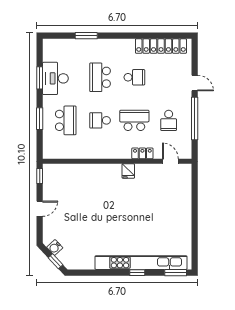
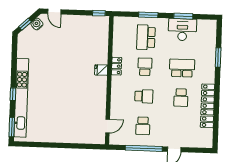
locker: (161, 46) -> (208, 106), moved
school desk: (66, 120) -> (146, 37), turned 90
school desk: (134, 120) -> (144, 96), width x0.54
school desk: (169, 120) -> (143, 126), turned -90
locker: (142, 153) -> (117, 66), moved
fridge: (128, 171) -> (101, 70), moved
door: (40, 209) -> (54, 12), moved

